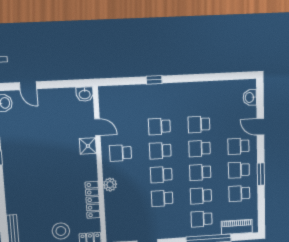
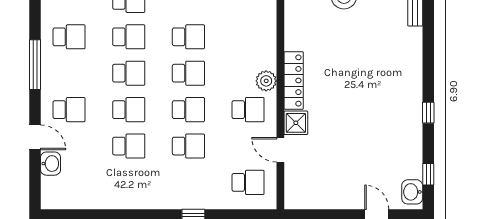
washbasin: (85, 94) -> (296, 199), removed
washbasin: (250, 97) -> (51, 164), moved
school desk: (239, 170) -> (248, 182), moved
window: (261, 174) -> (35, 65), width x1.44
plant: (110, 185) -> (266, 81), moved
locker: (93, 200) -> (294, 81), moved

